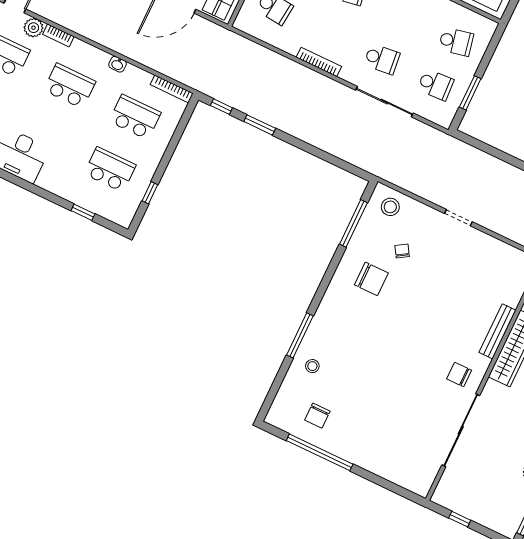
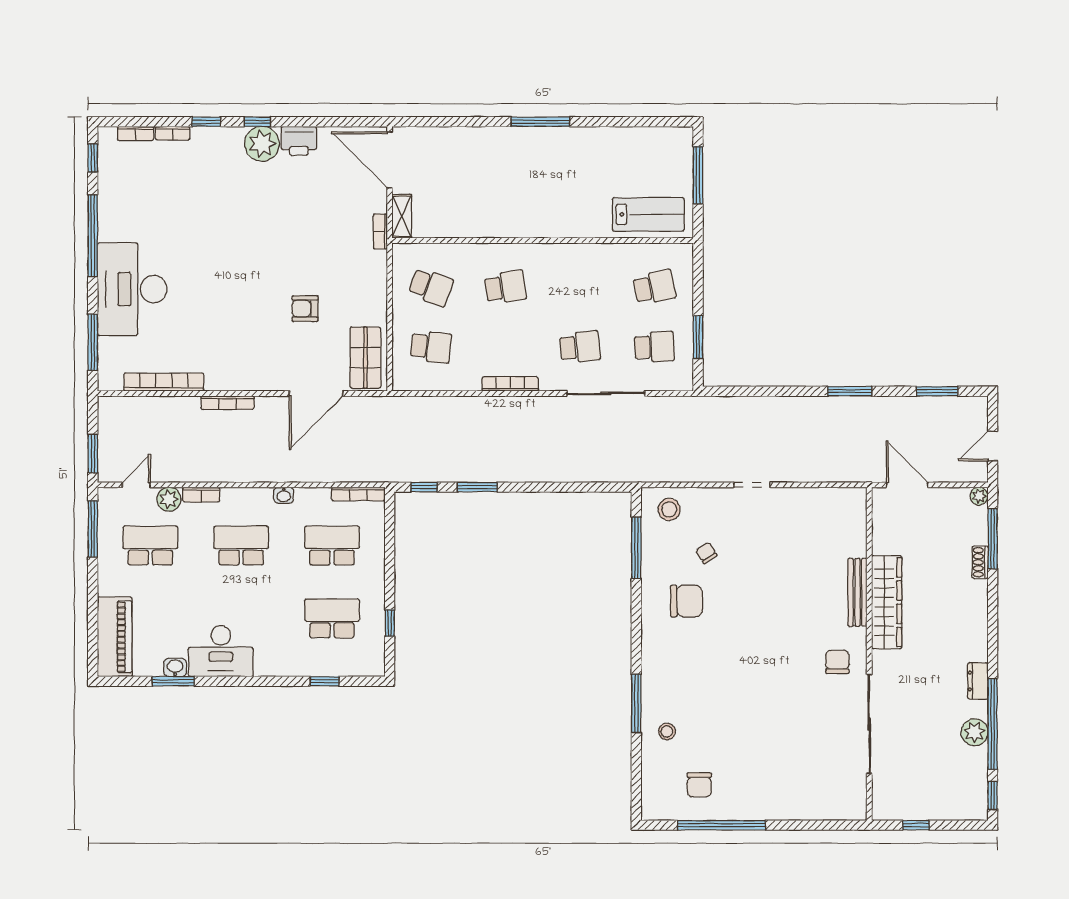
chair: (459, 375) -> (837, 662), turned 90

